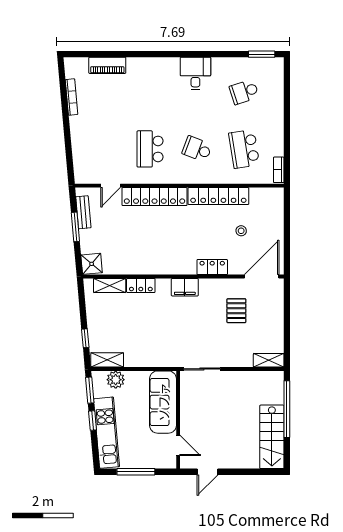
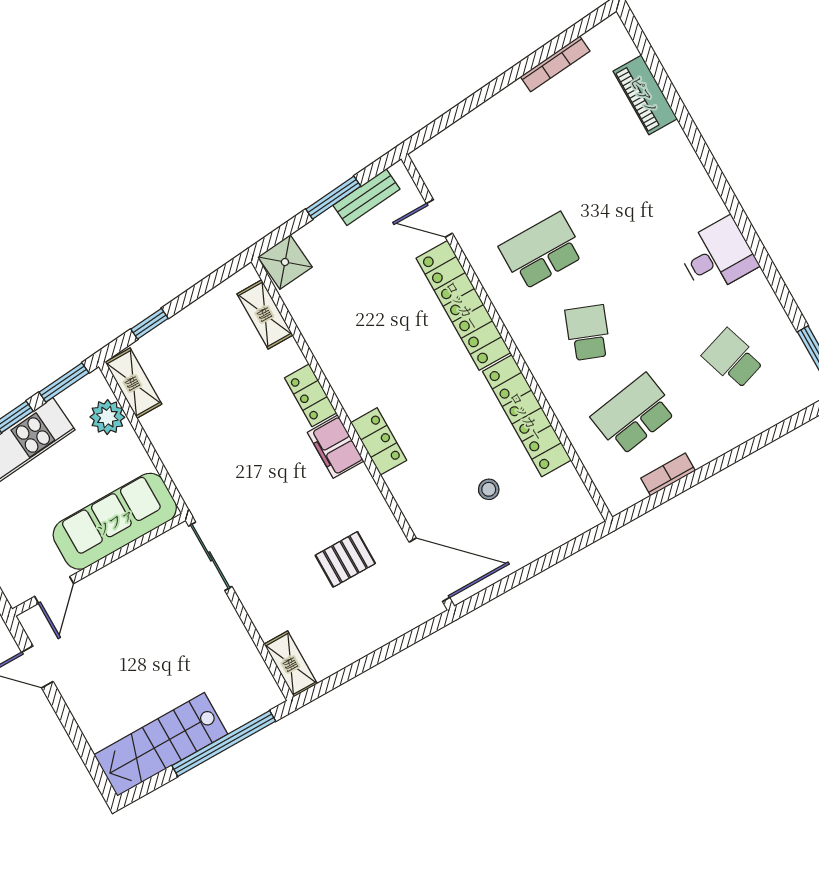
bookcase: (279, 170) -> (668, 474), moved
locker: (212, 267) -> (379, 441), moved
locker: (141, 285) -> (311, 395), moved

